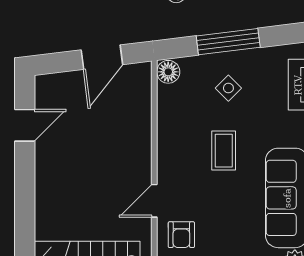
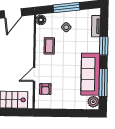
coffee table: (224, 151) -> (49, 46), moved

